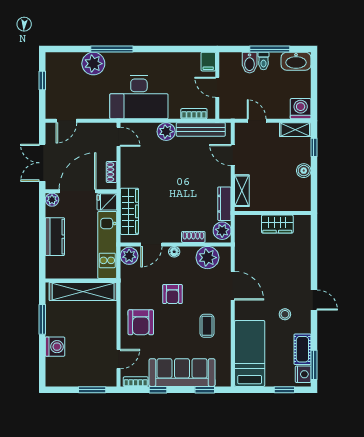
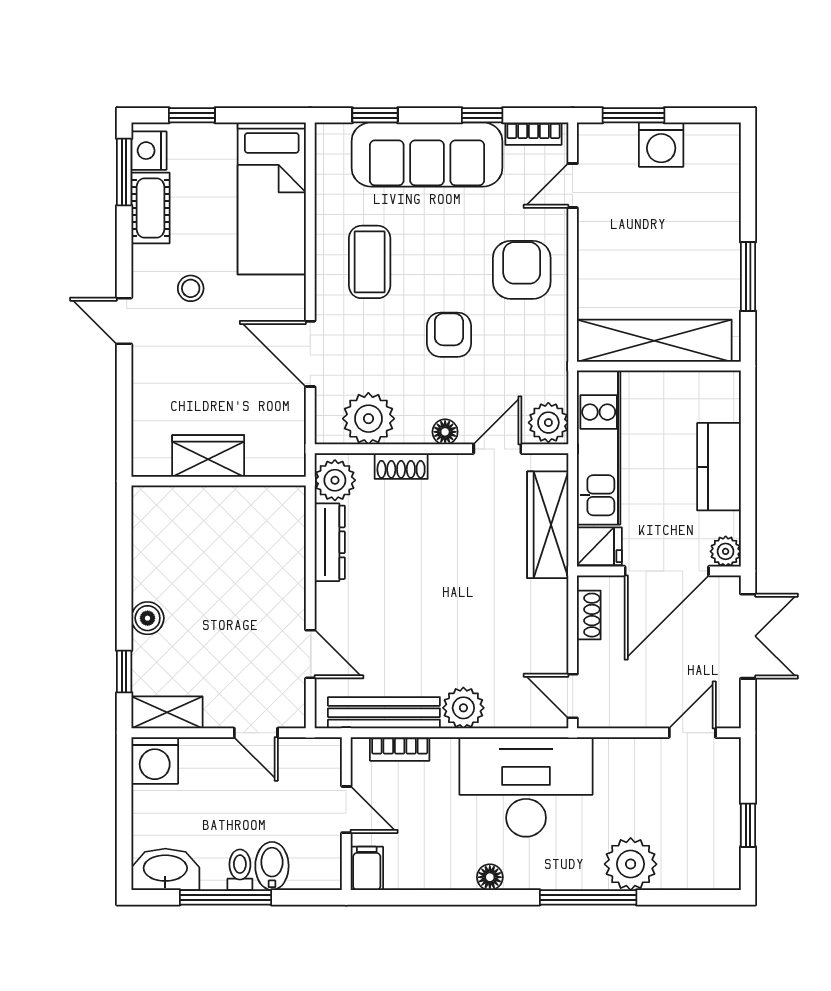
floor lamp: (155, 58) -> (490, 877), added
shelving: (242, 191) -> (290, 572), removed
wall: (273, 213) -> (219, 481), moved
wardrobe: (277, 224) -> (208, 456), moved
coffee table: (207, 326) -> (370, 262), width x1.36, depth x1.30
washing machine: (55, 347) -> (661, 145), moved, turned -90

